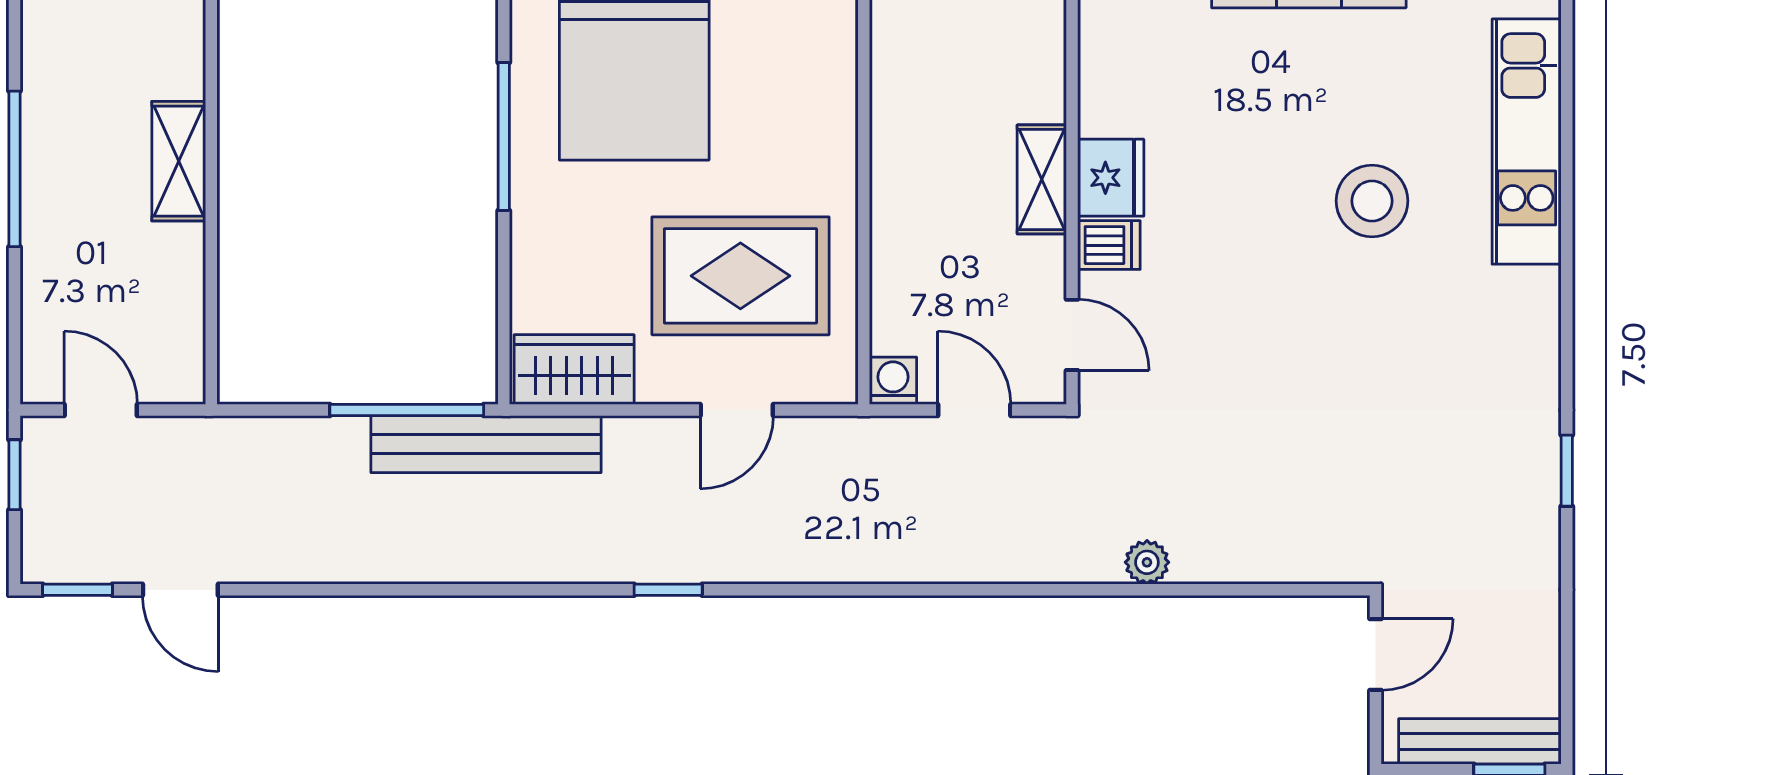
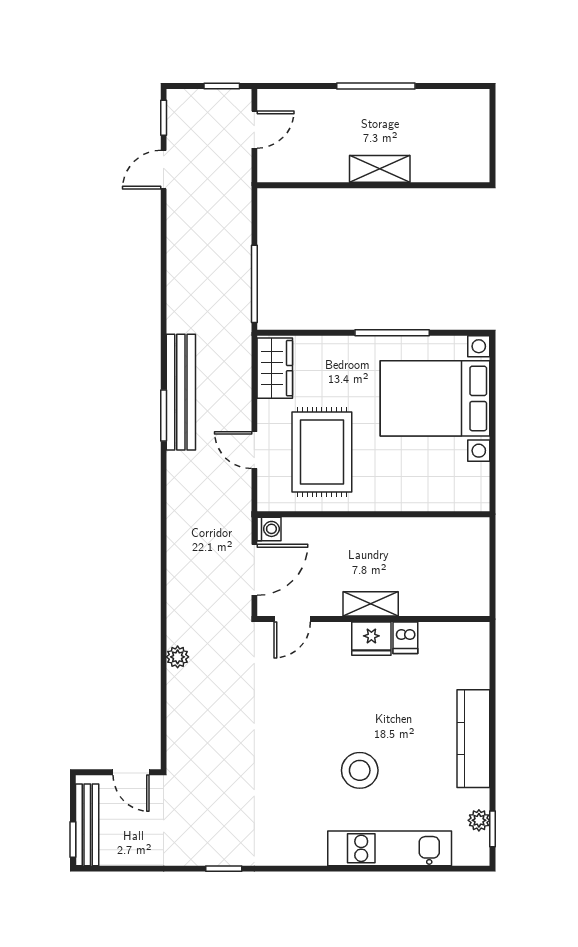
dishwasher: (1109, 245) -> (405, 638), moved
door: (974, 410) -> (254, 570), width x1.38
bench: (486, 444) -> (181, 392), moved
window: (668, 590) -> (164, 416), width x1.50

